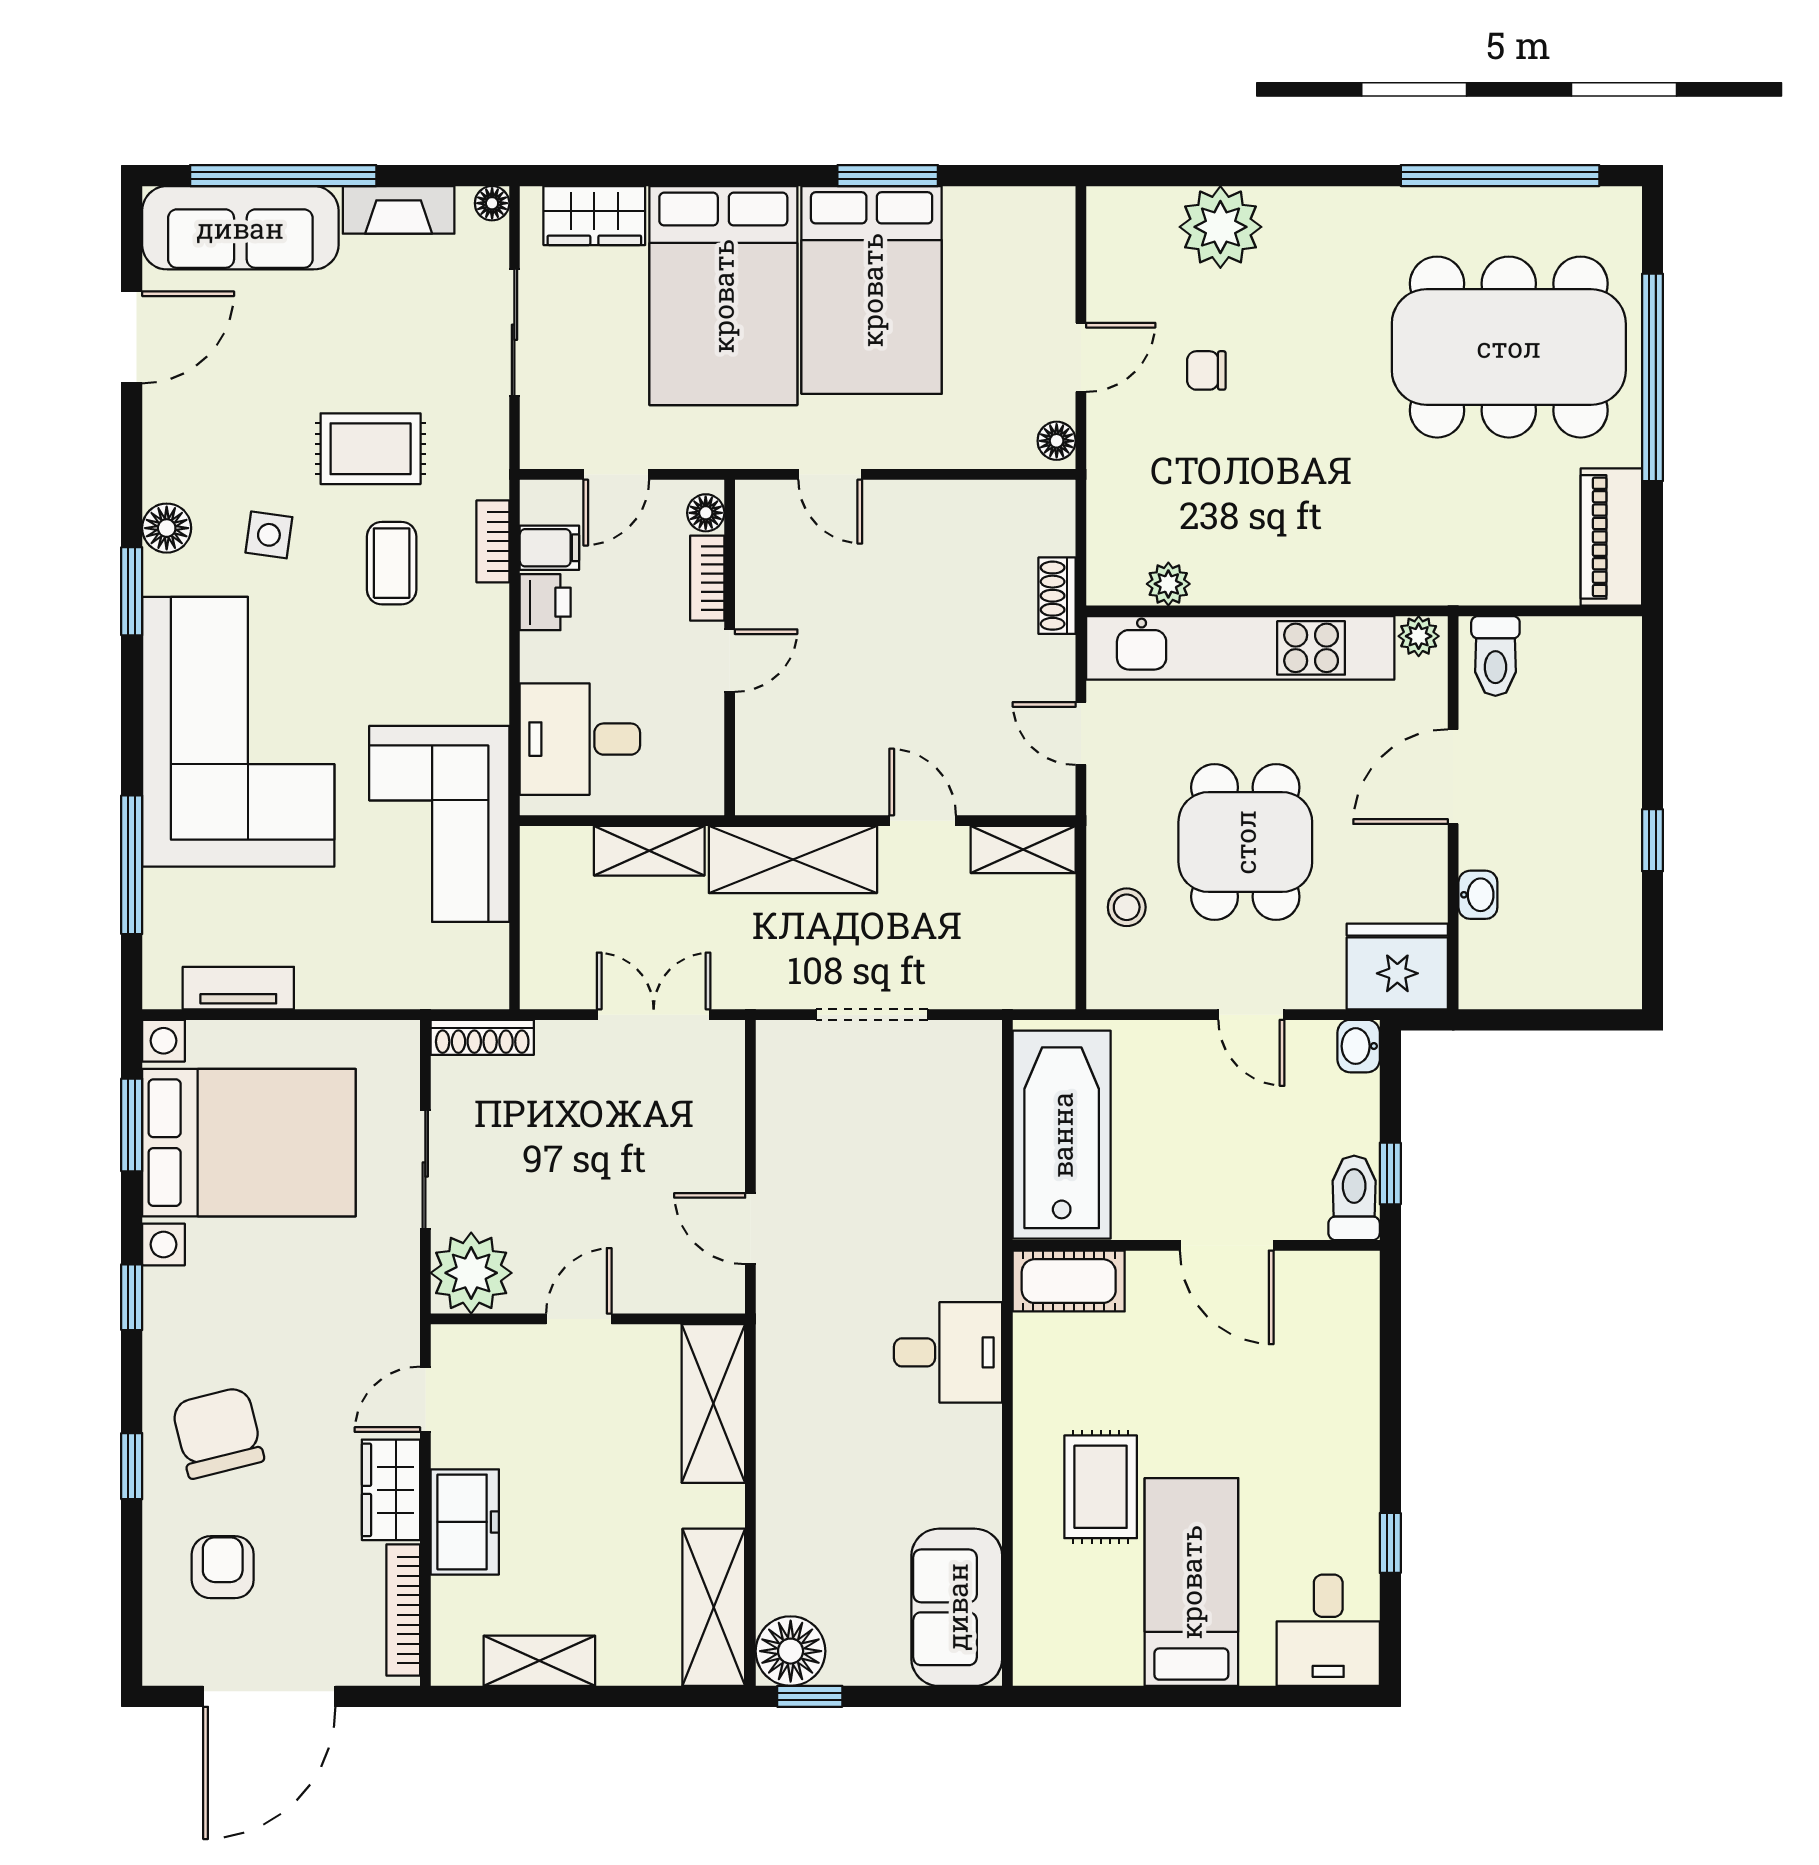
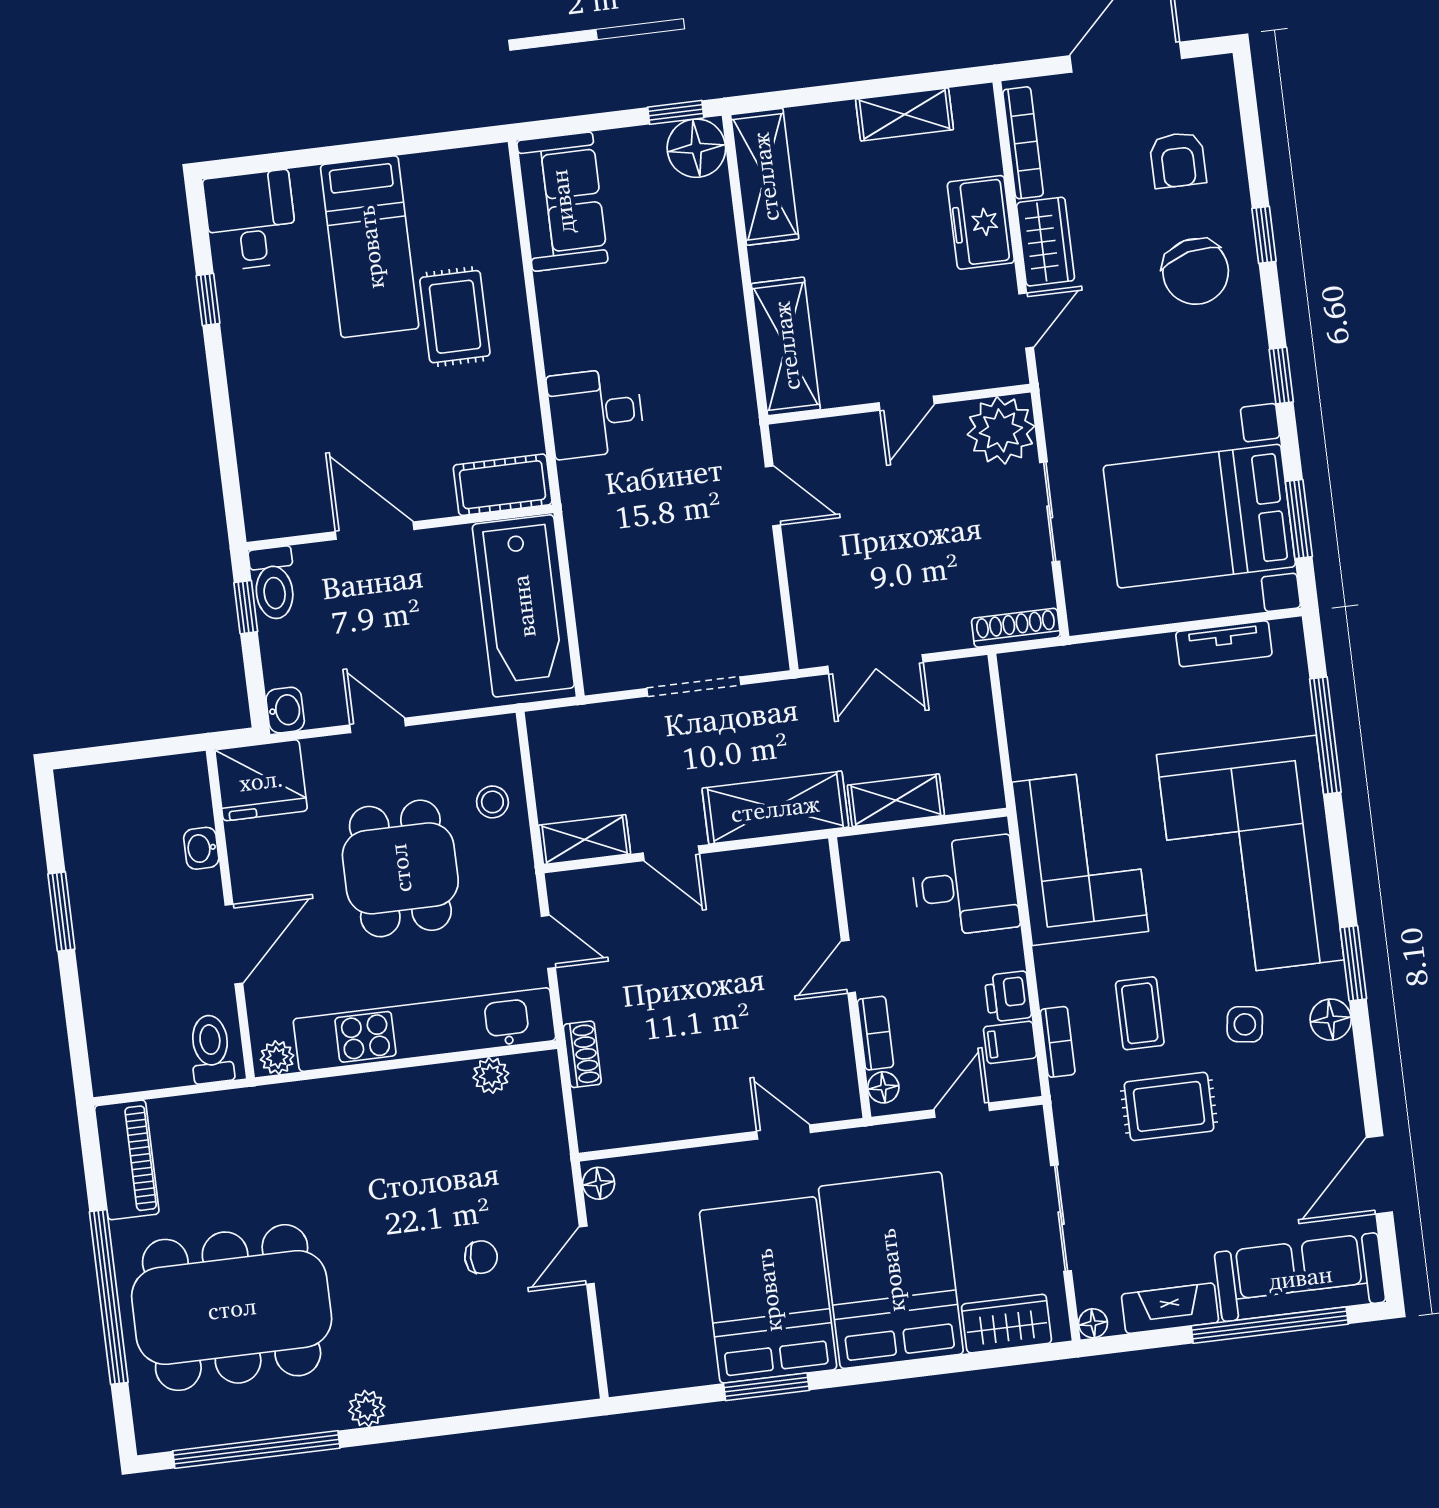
plant: (1220, 227) -> (367, 1409), moved, width x0.53, depth x0.53
corner sofa: (439, 824) -> (1080, 857), moved
window: (1652, 840) -> (61, 912), width x1.50

